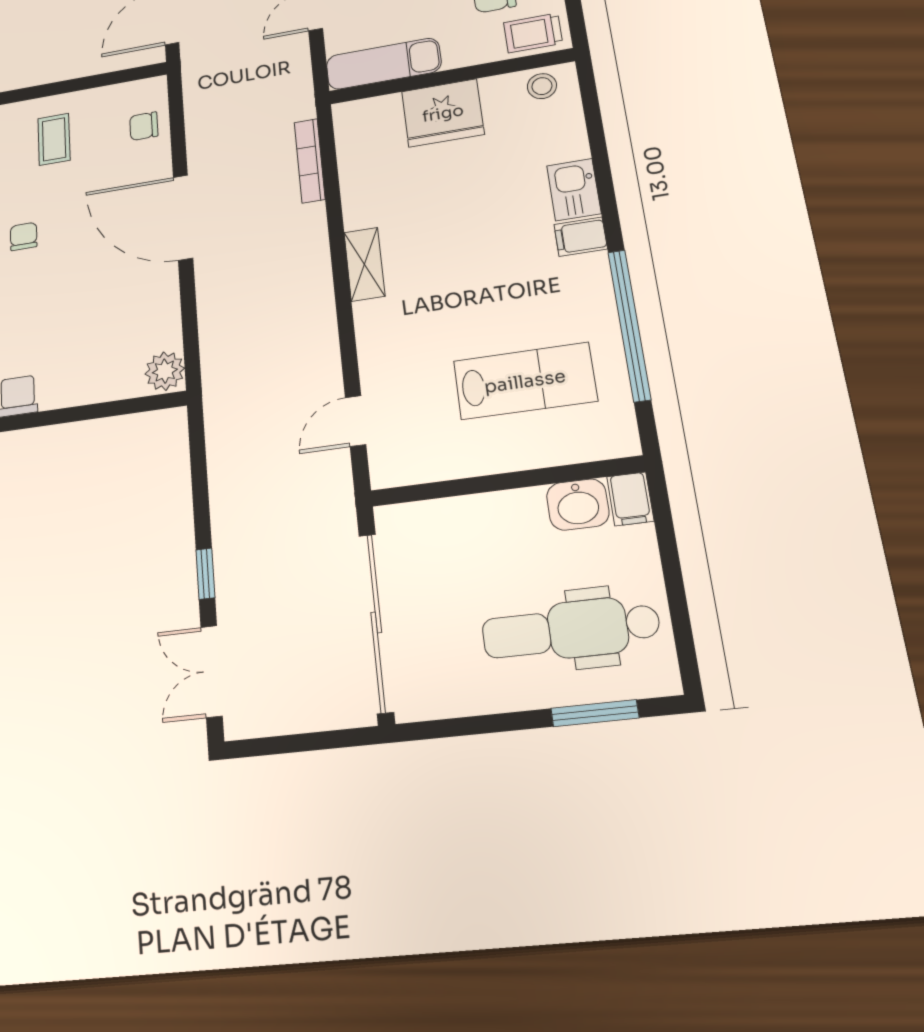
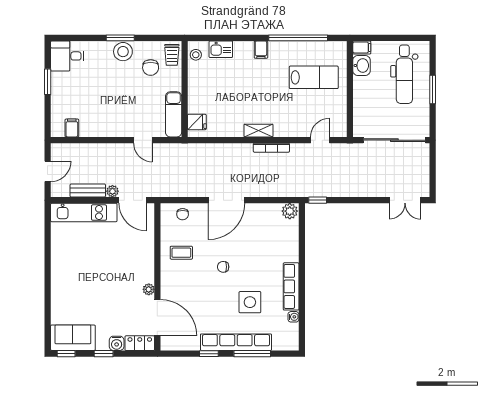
fridge: (443, 113) -> (197, 122), moved, width x0.53, depth x0.75
bookcase: (310, 161) -> (271, 148), moved
kitchen sink: (574, 190) -> (221, 49), moved
lab bench: (525, 381) -> (314, 77), turned 90
door: (356, 421) -> (320, 140), swing flipped
window: (205, 574) -> (318, 200), moved
window: (595, 713) -> (433, 90), moved

